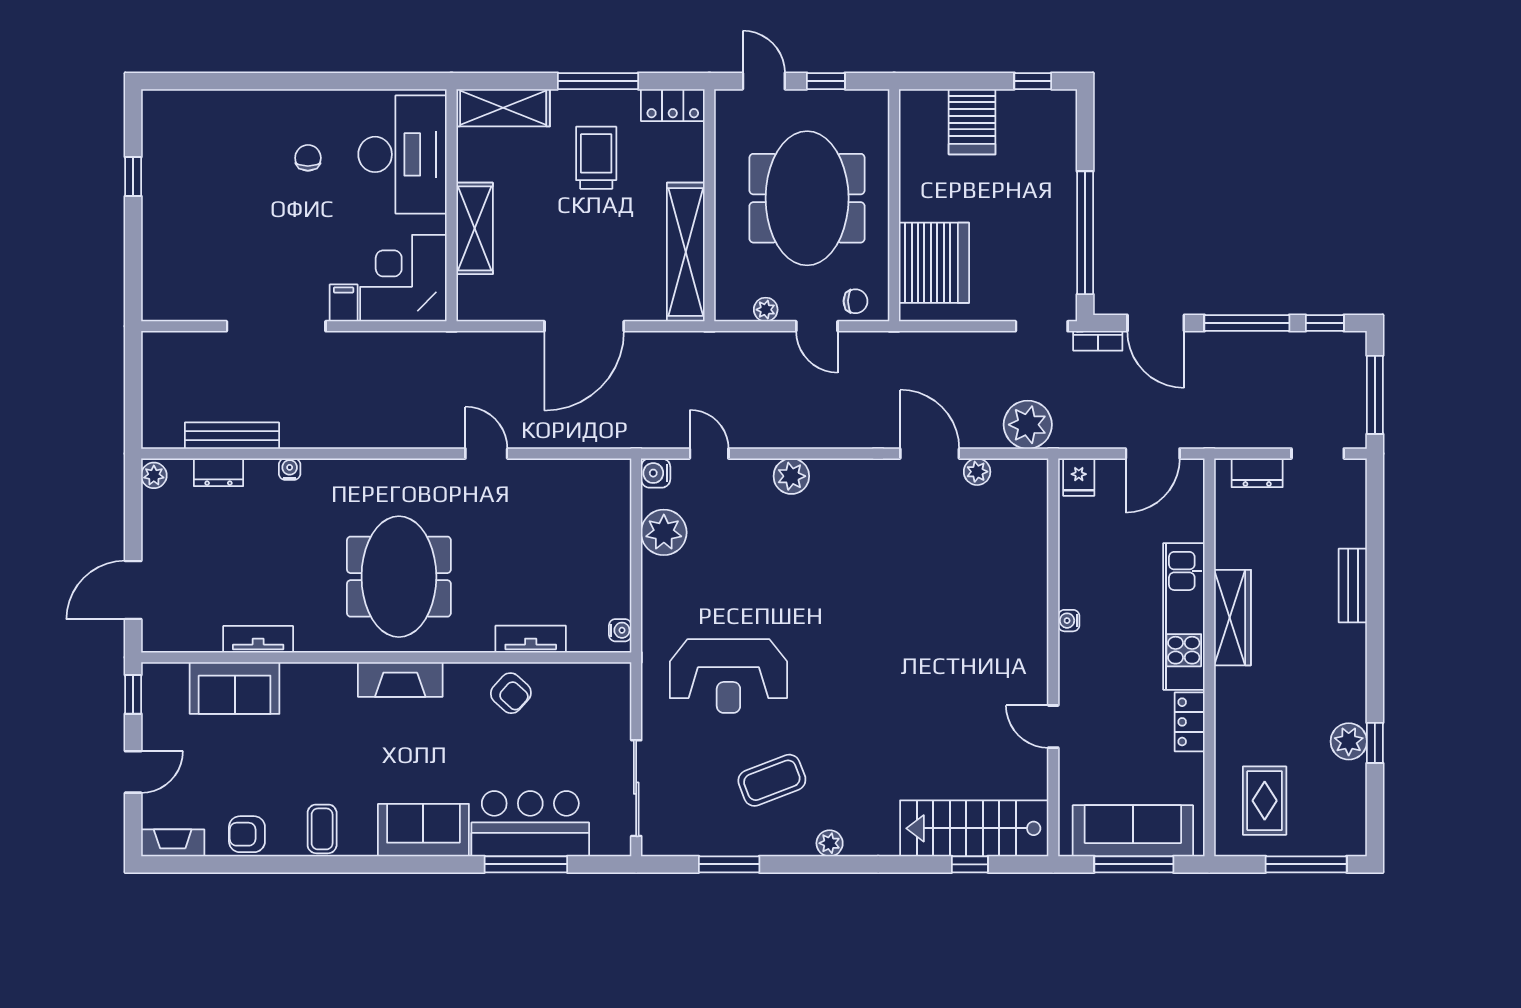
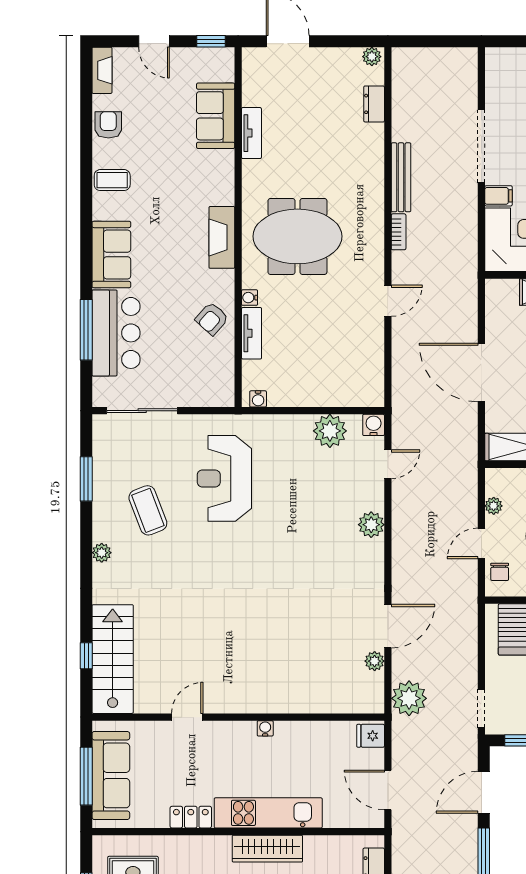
bookcase: (1098, 341) -> (399, 232), moved, turned 180
bench: (232, 436) -> (401, 177), moved
water cooler: (290, 469) -> (250, 298), moved, turned 180

